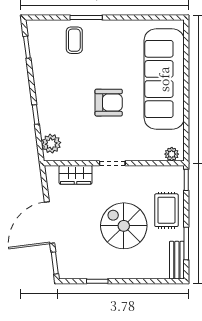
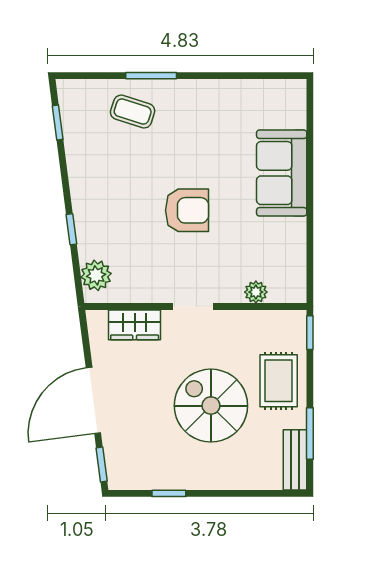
coffee table: (74, 40) -> (133, 112), turned -72
sofa: (164, 79) -> (282, 173), width x0.54, depth x0.79
plant: (172, 154) -> (256, 292), moved

